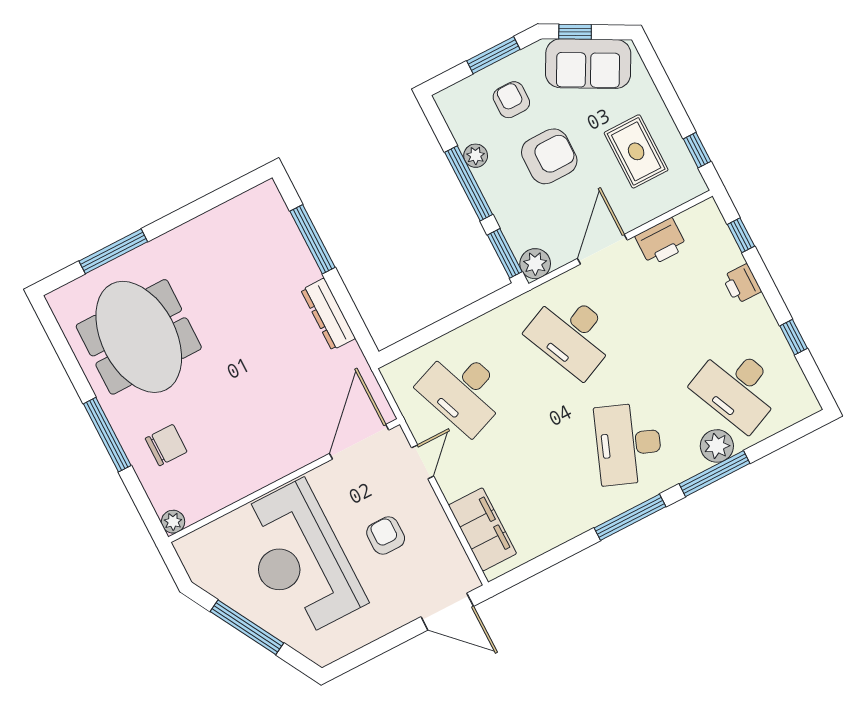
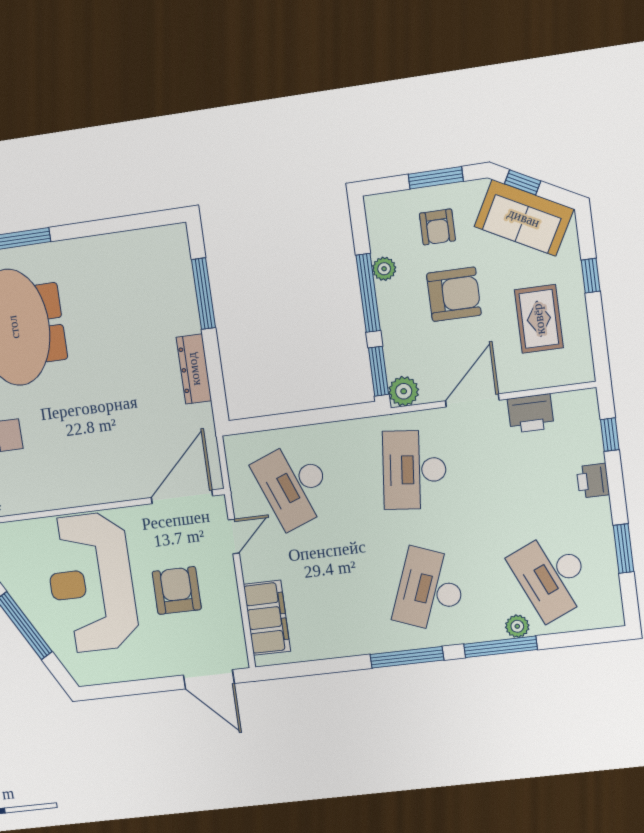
armchair: (511, 100) -> (437, 227), turned 180
window: (697, 150) -> (591, 276), moved
desk: (572, 334) -> (414, 470), turned 30
window: (794, 337) -> (623, 548), width x1.50
plant: (717, 446) -> (517, 626), width x0.73, depth x0.73
armchair: (386, 535) -> (177, 590), width x1.38, depth x1.38

